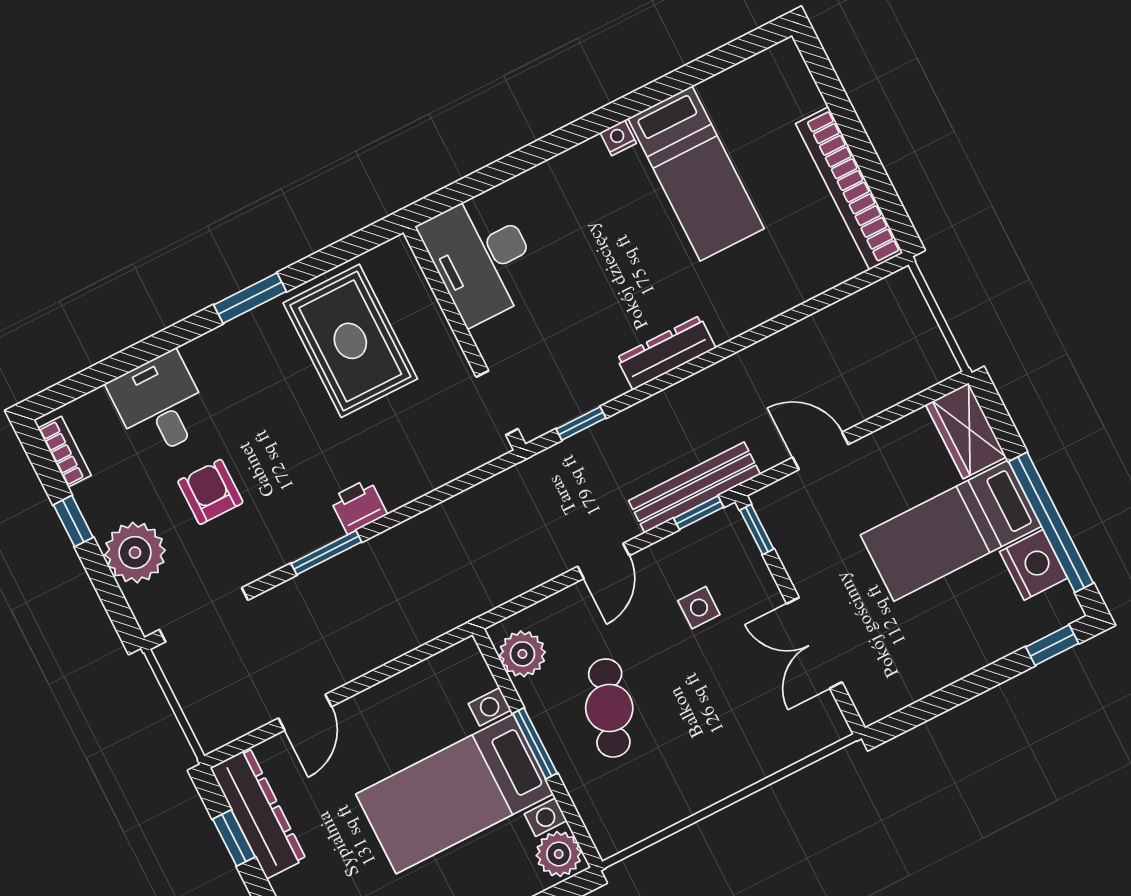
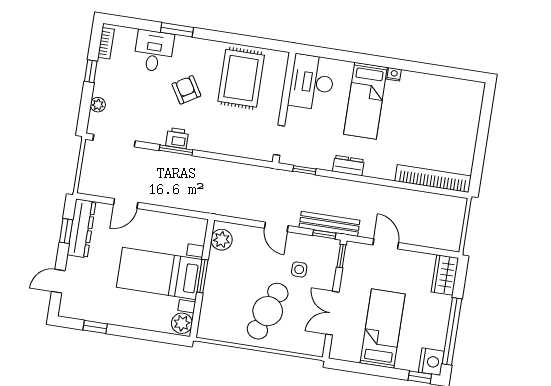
bed: (696, 173) -> (365, 101), moved
bookcase: (849, 188) -> (433, 178), moved, turned 90
window: (250, 298) -> (177, 30), moved
dresser: (666, 353) -> (348, 166), width x0.70
armchair: (210, 492) -> (186, 90), moved, turned -31
printer: (358, 506) -> (177, 138), moved
bed: (951, 531) -> (383, 329), moved, turned 90
plant: (135, 553) -> (98, 105), width x0.53, depth x0.53
door: (603, 561) -> (276, 227), hinge flipped
nightstand: (1034, 565) -> (431, 362), moved
cafe table: (609, 708) -> (268, 311), moved, width x1.37, depth x1.35

